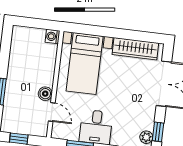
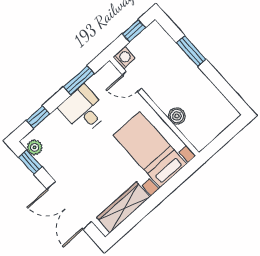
washing machine: (52, 37) -> (124, 58), moved
boiler: (45, 94) -> (177, 116), moved

